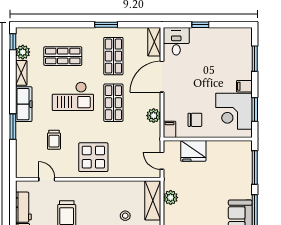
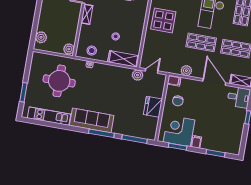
fridge: (193, 151) -> (153, 107), moved
plant: (171, 197) -> (138, 75), moved

